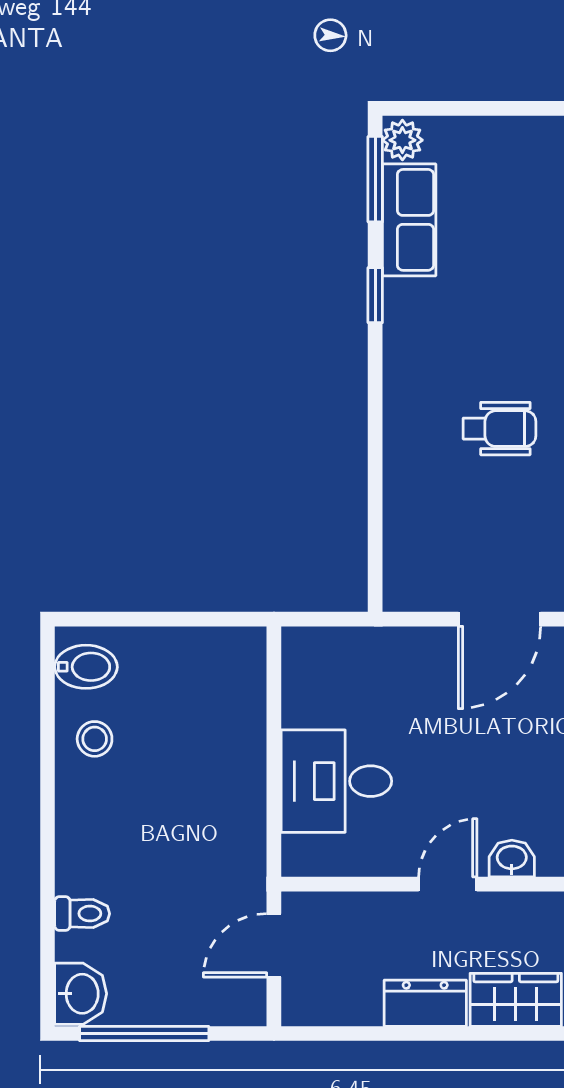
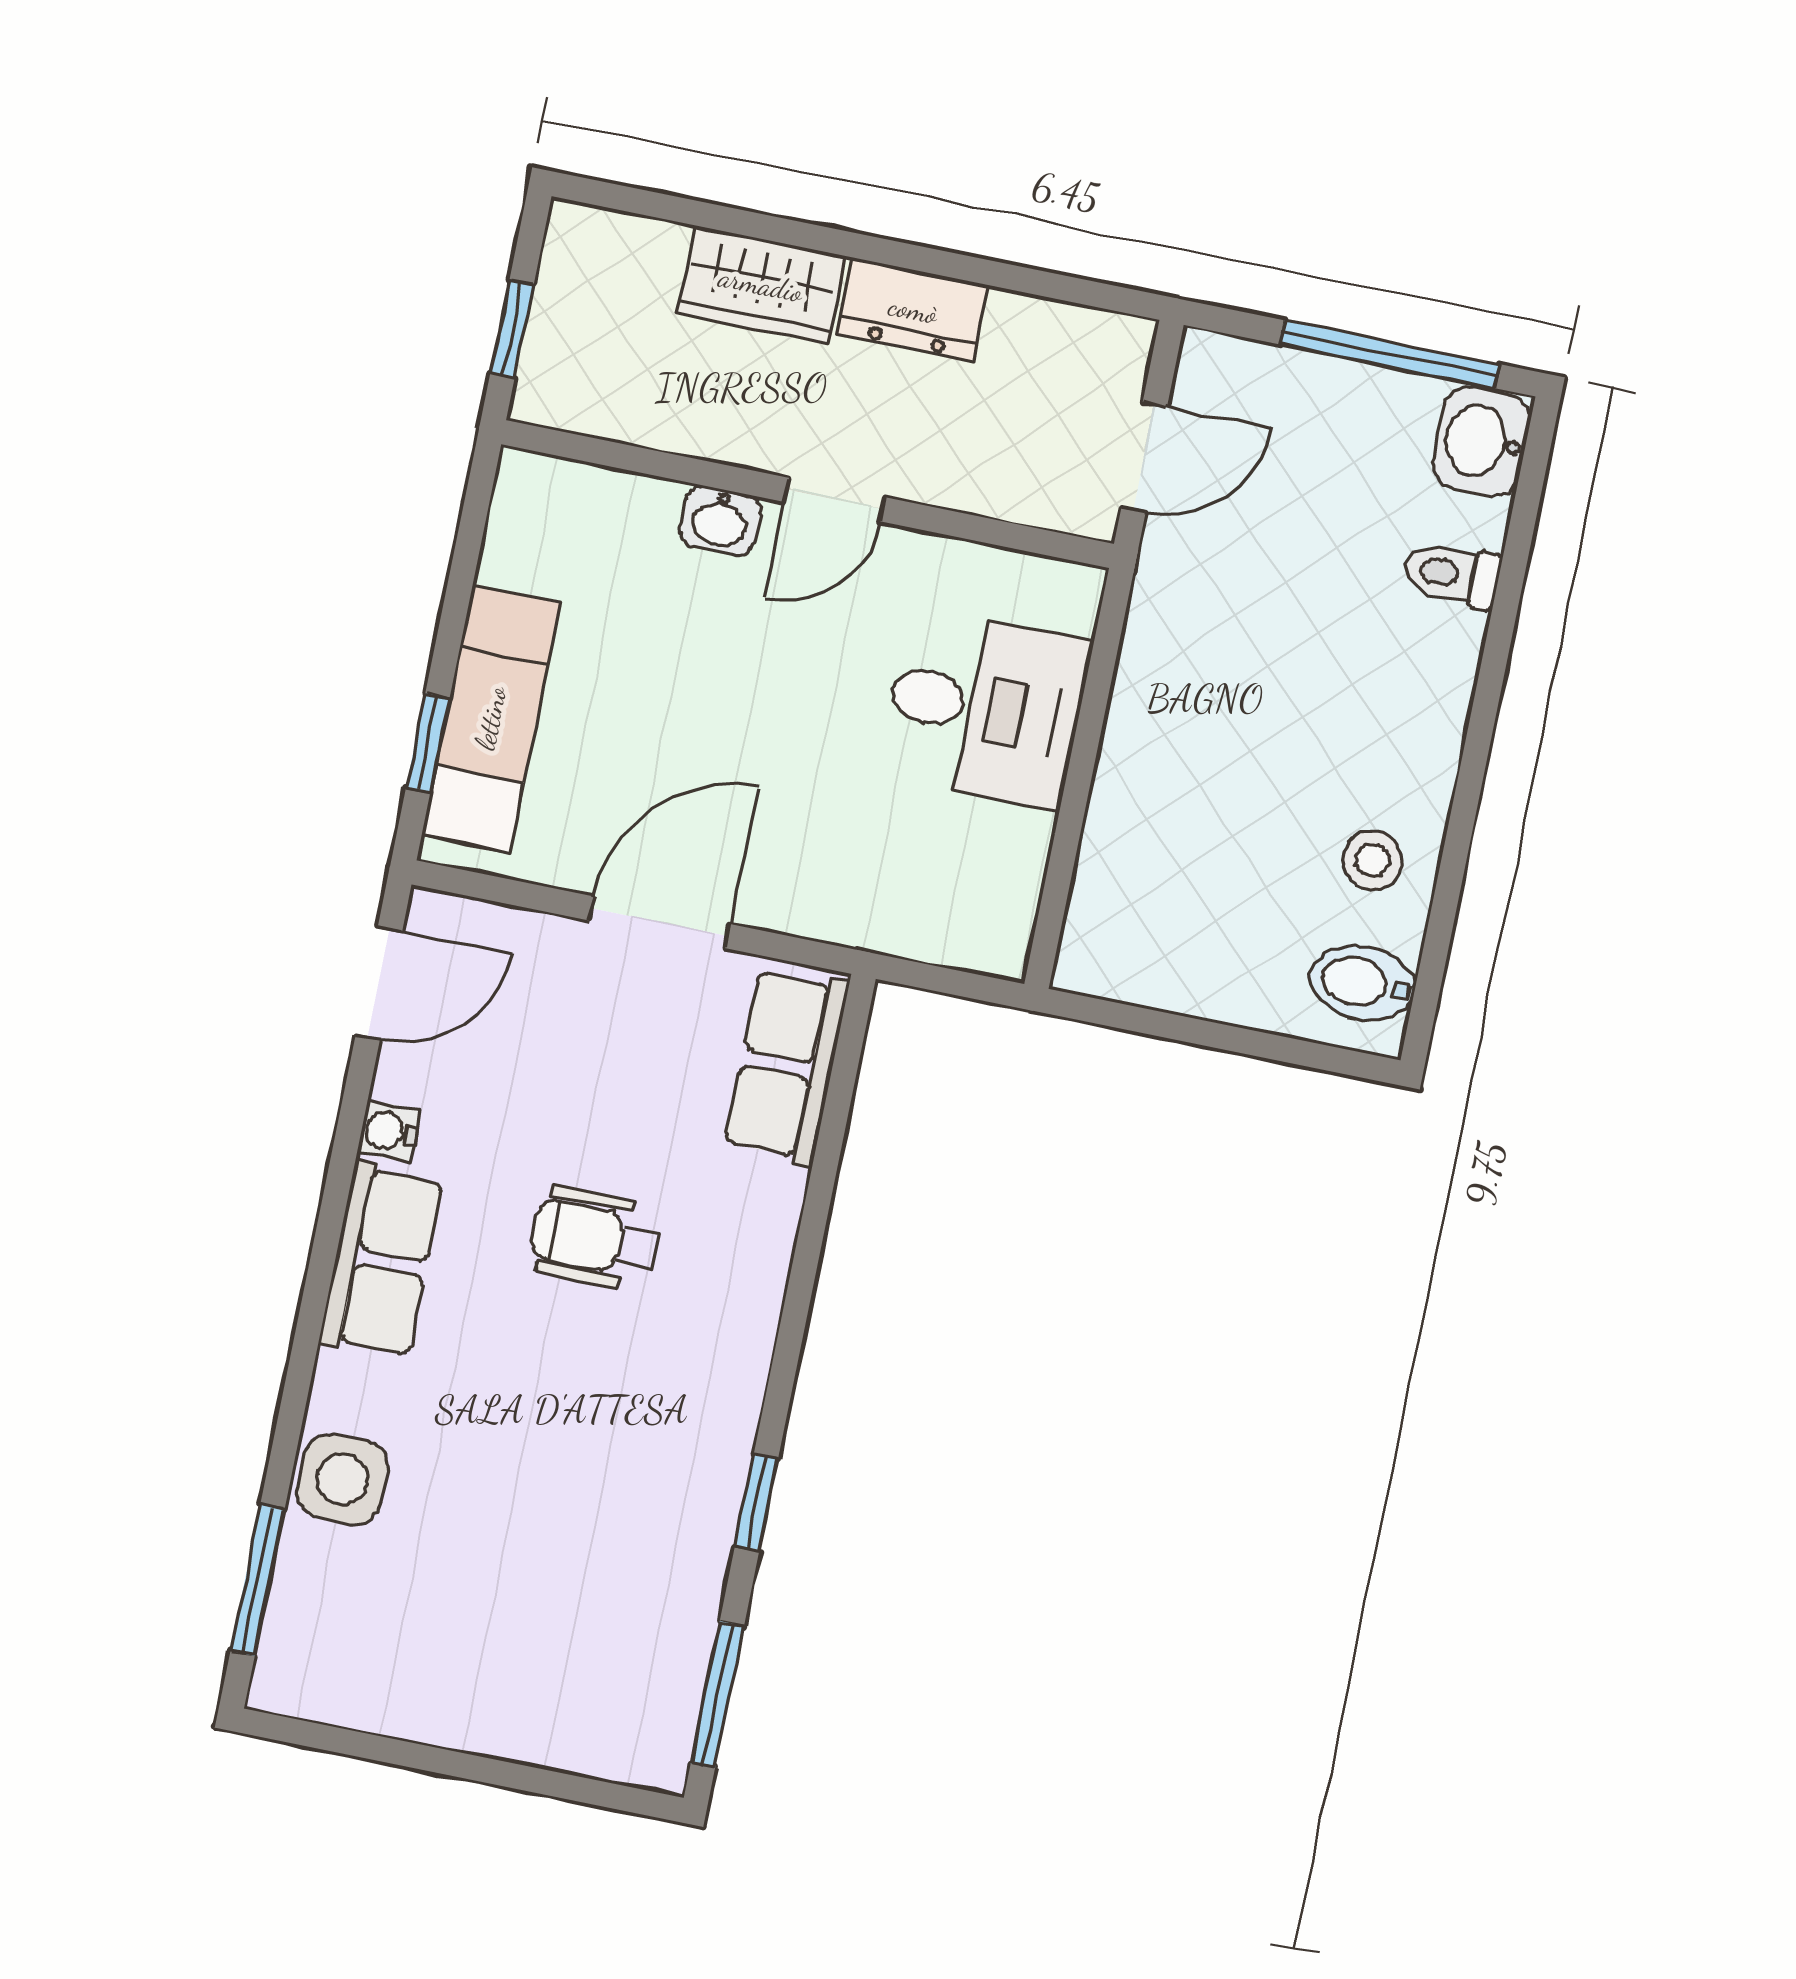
plant: (402, 140) -> (659, 1751), removed
row of seats: (409, 220) -> (787, 1066), moved

